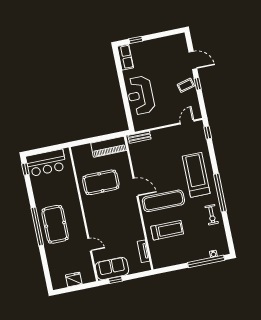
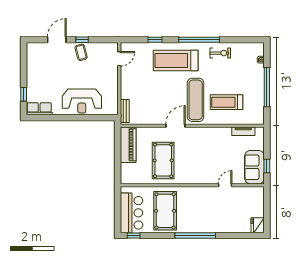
door: (187, 122) -> (119, 59), swing flipped
window: (208, 133) -> (155, 40), moved
pool table: (55, 224) -> (165, 211), moved, turned 90
treadmill: (167, 230) -> (227, 102), turned -90
window: (206, 261) -> (267, 87), moved
fridge: (74, 280) -> (258, 225), moved

